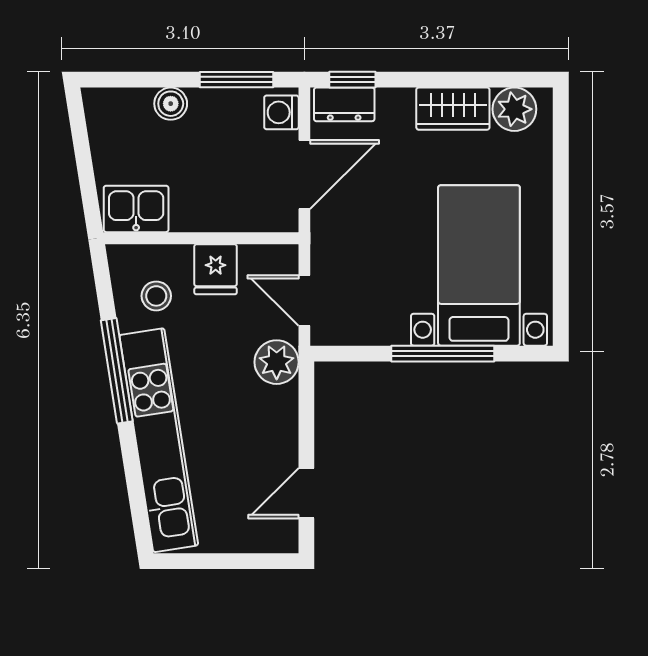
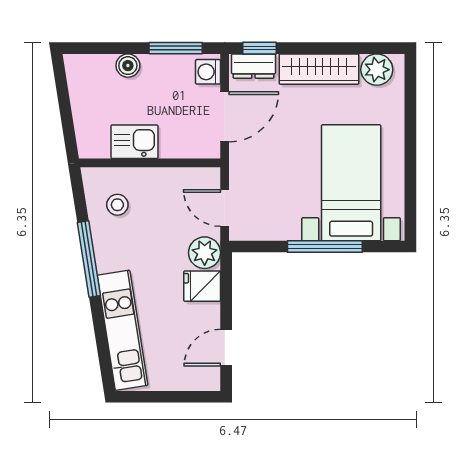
wardrobe: (453, 109) -> (319, 69), width x1.50
kitchen sink: (136, 209) -> (135, 142), moved
fridge: (216, 269) -> (202, 286), moved, turned 90
kitchen unit: (159, 440) -> (122, 330), width x0.73

